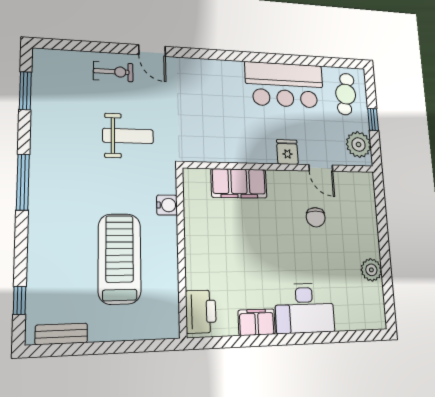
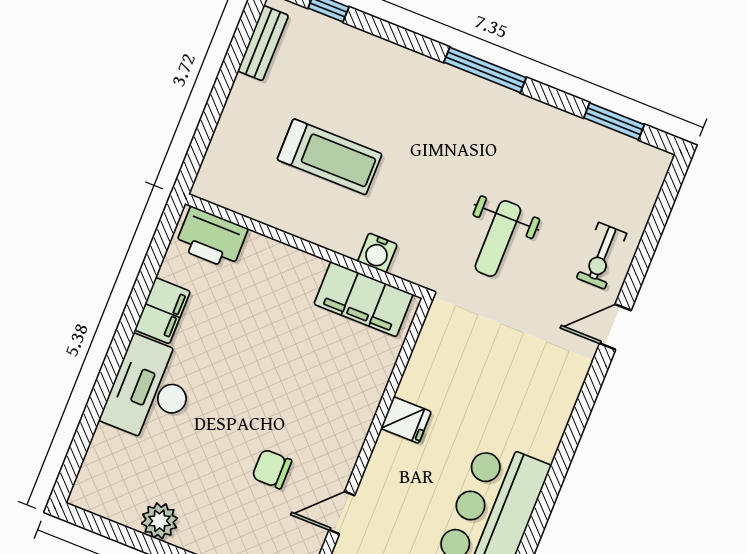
fridge: (287, 152) -> (406, 420), moved
filing cabinet: (239, 183) -> (364, 299), moved, turned -90
treadmill: (120, 259) -> (330, 157), width x0.73, depth x0.73

